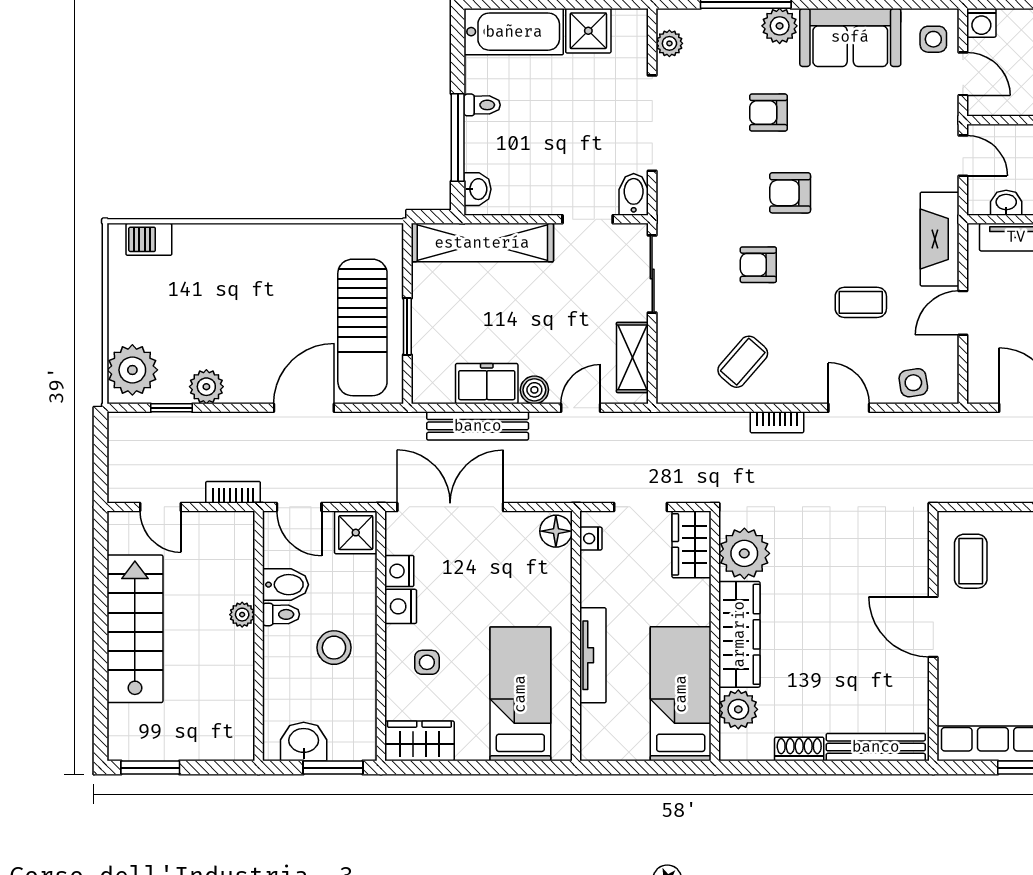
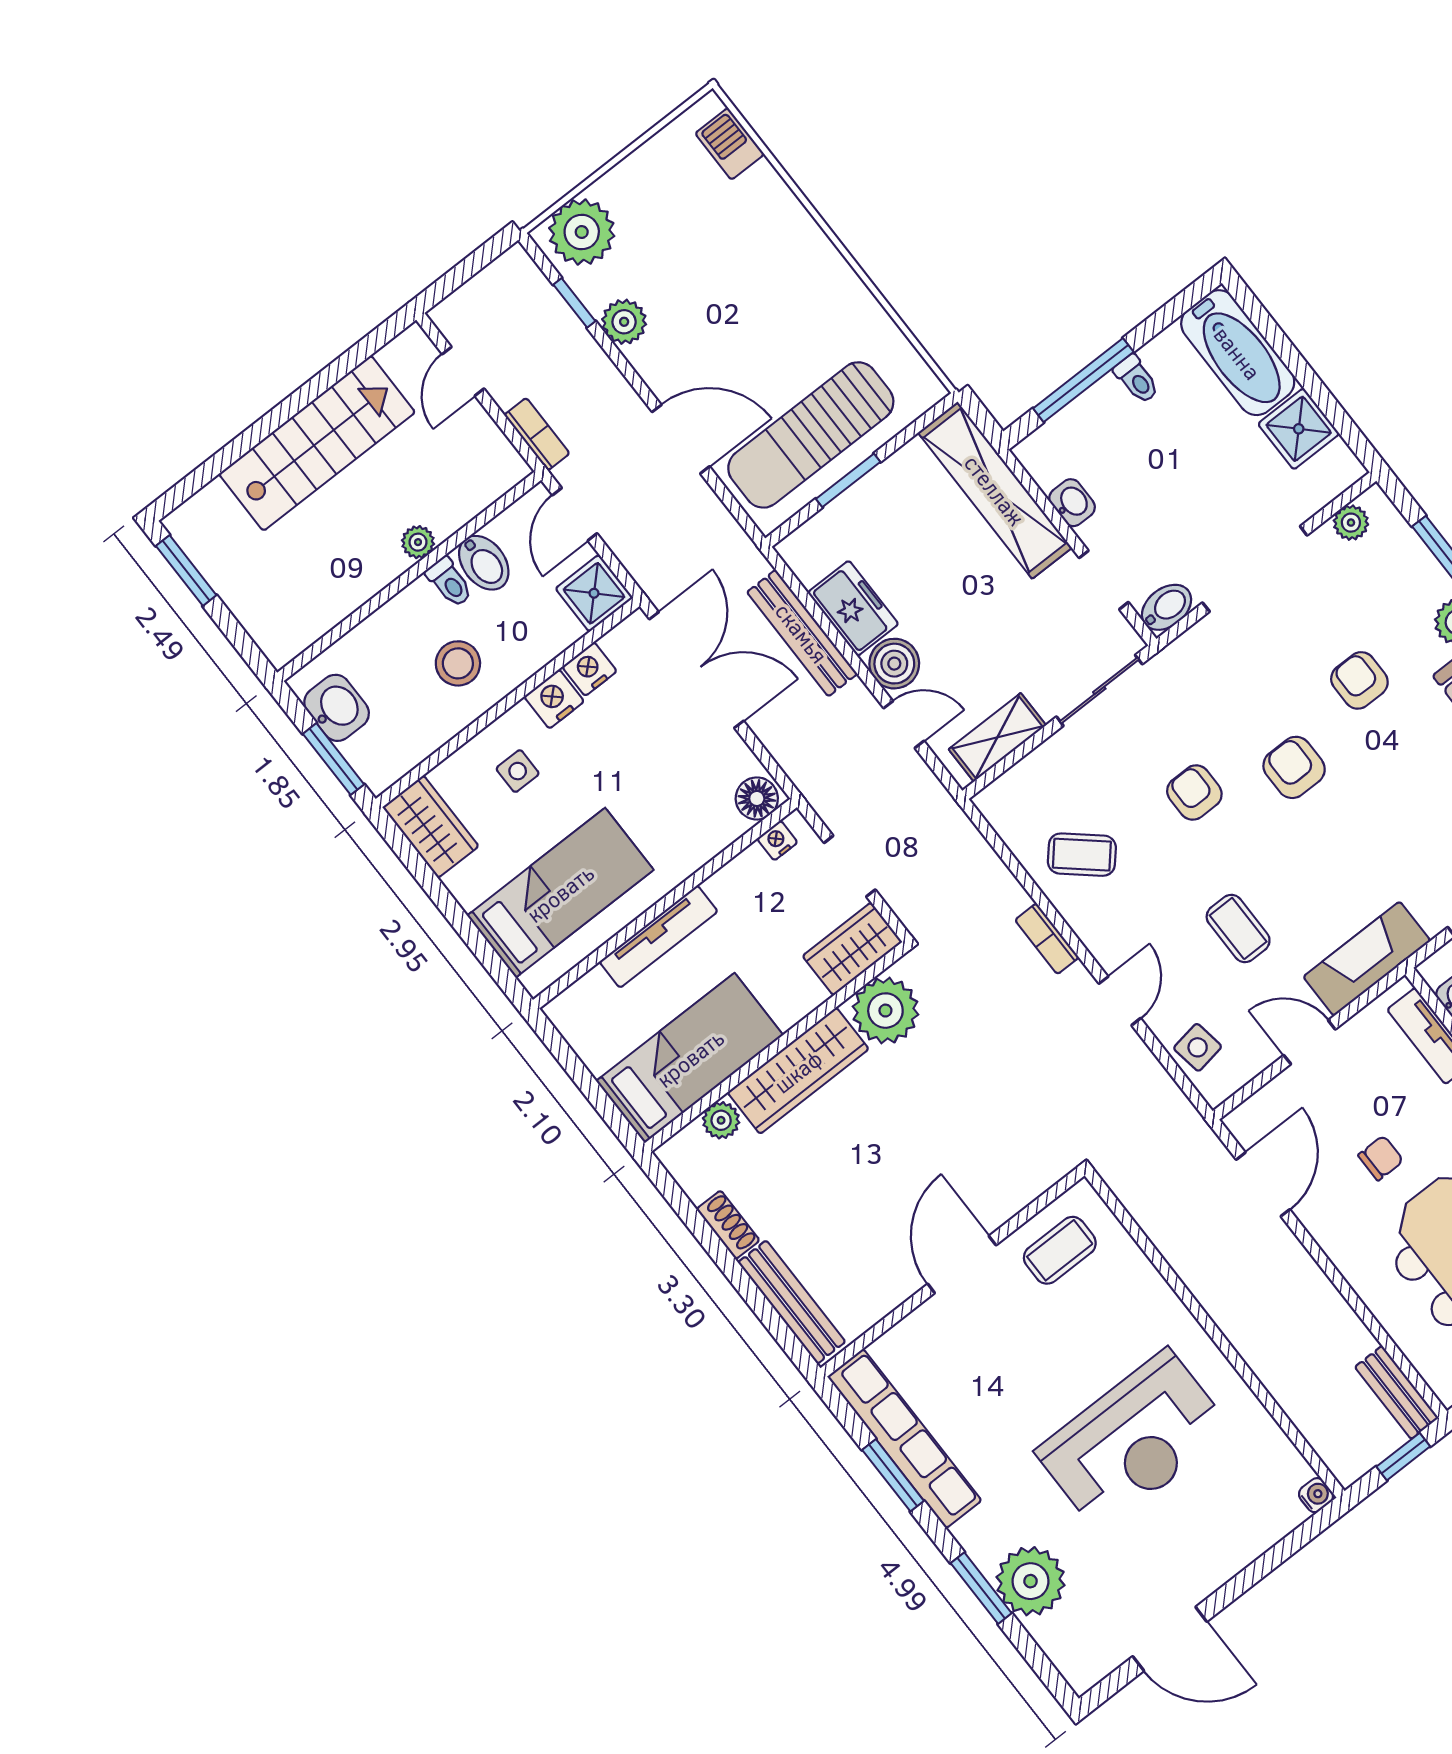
washbasin: (478, 189) -> (1072, 503), moved, turned -90
boiler: (534, 390) -> (894, 664), width x1.36, depth x1.36
plant: (738, 709) -> (721, 1120), width x0.73, depth x0.73

